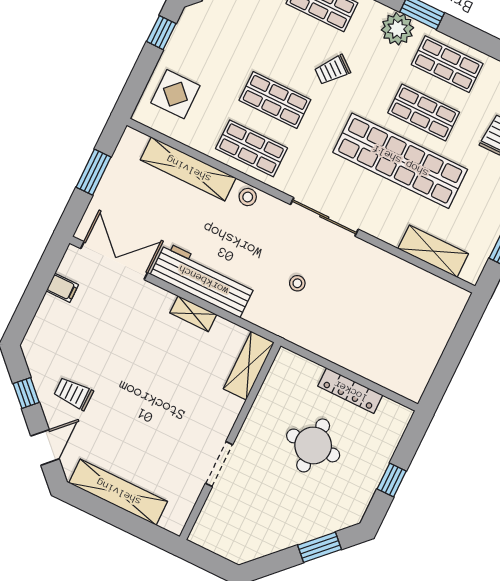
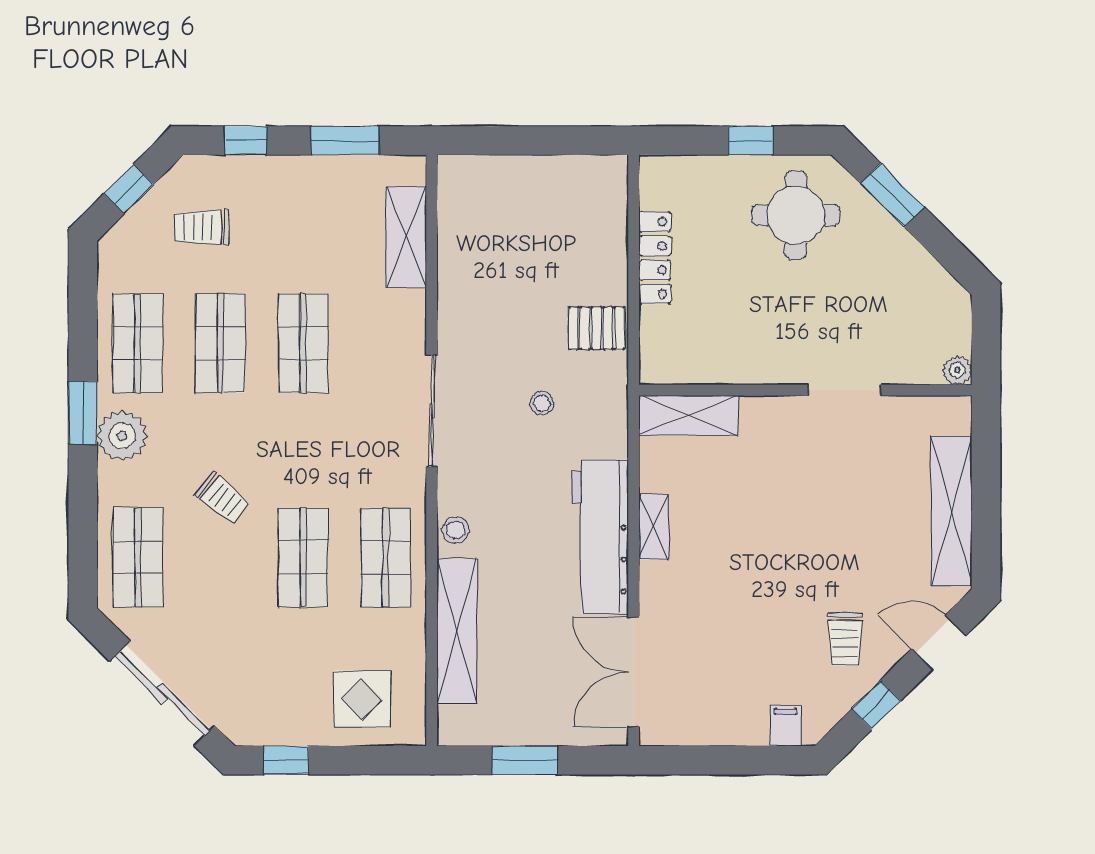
shop shelf: (400, 161) -> (303, 343), width x0.50, depth x0.74
filing cabinet: (62, 288) -> (786, 726), moved
pallet: (326, 337) -> (596, 328), added
round table: (313, 445) -> (796, 215), moved
plant: (199, 535) -> (957, 370), added

